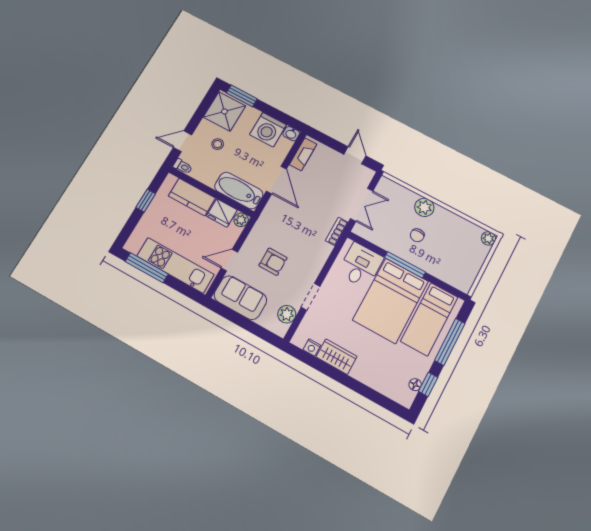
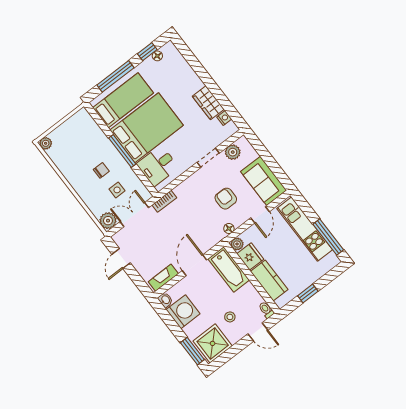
plant: (424, 207) -> (108, 221), moved
side table: (391, 222) -> (117, 190), added
floor lamp: (256, 232) -> (229, 228), added
door: (229, 260) -> (260, 215), hinge flipped

